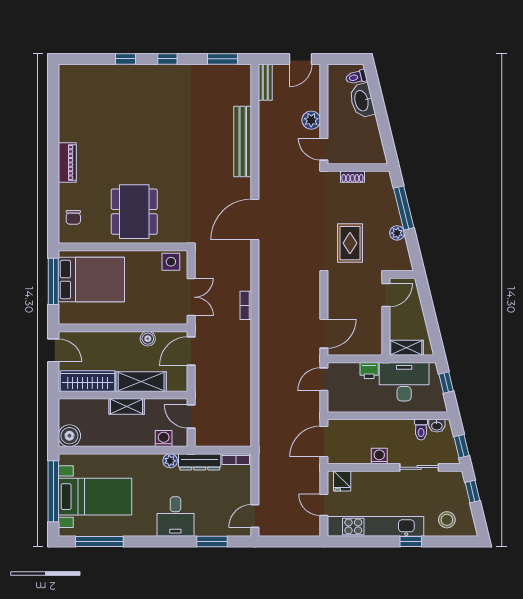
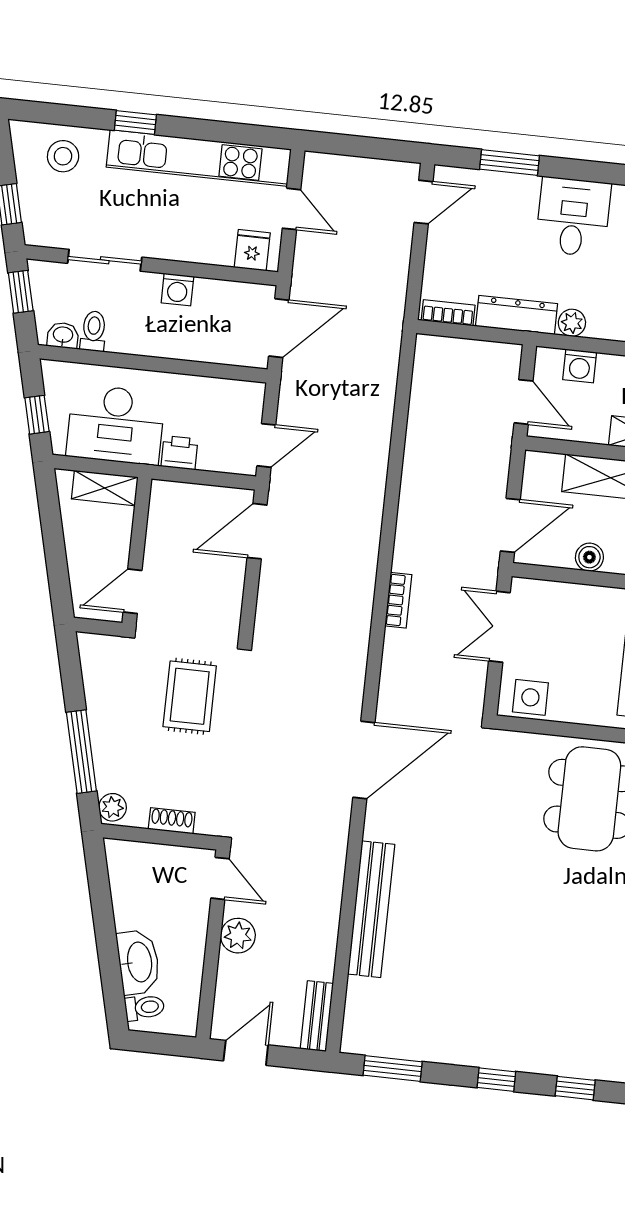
plant: (397, 233) -> (113, 807), moved

